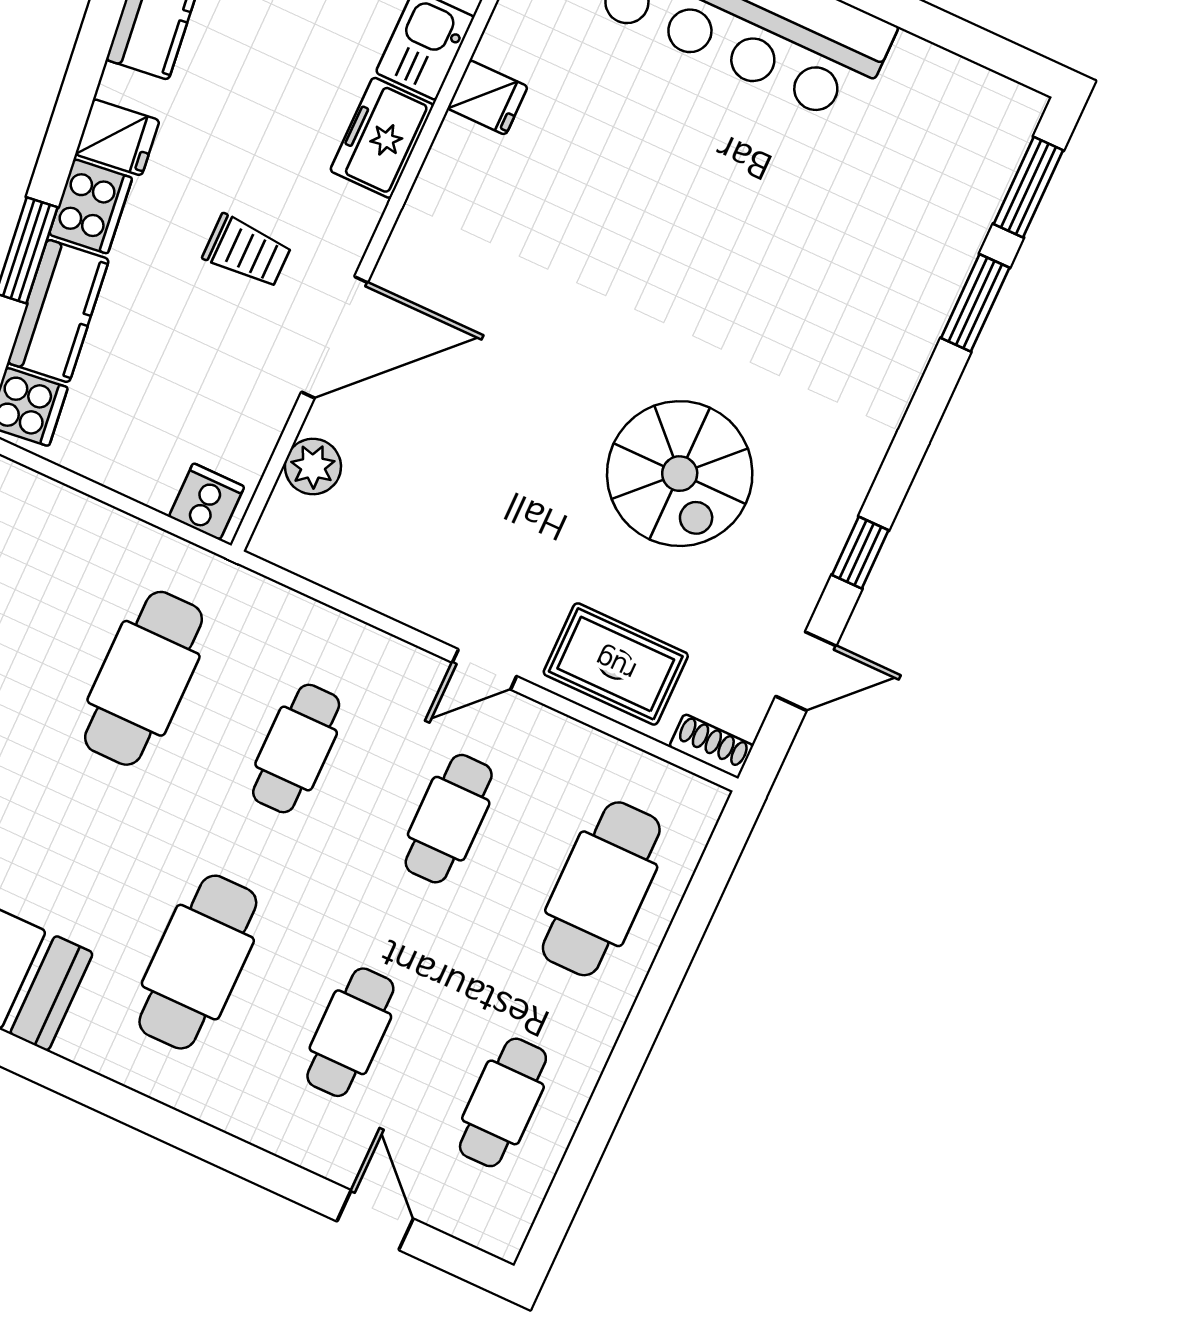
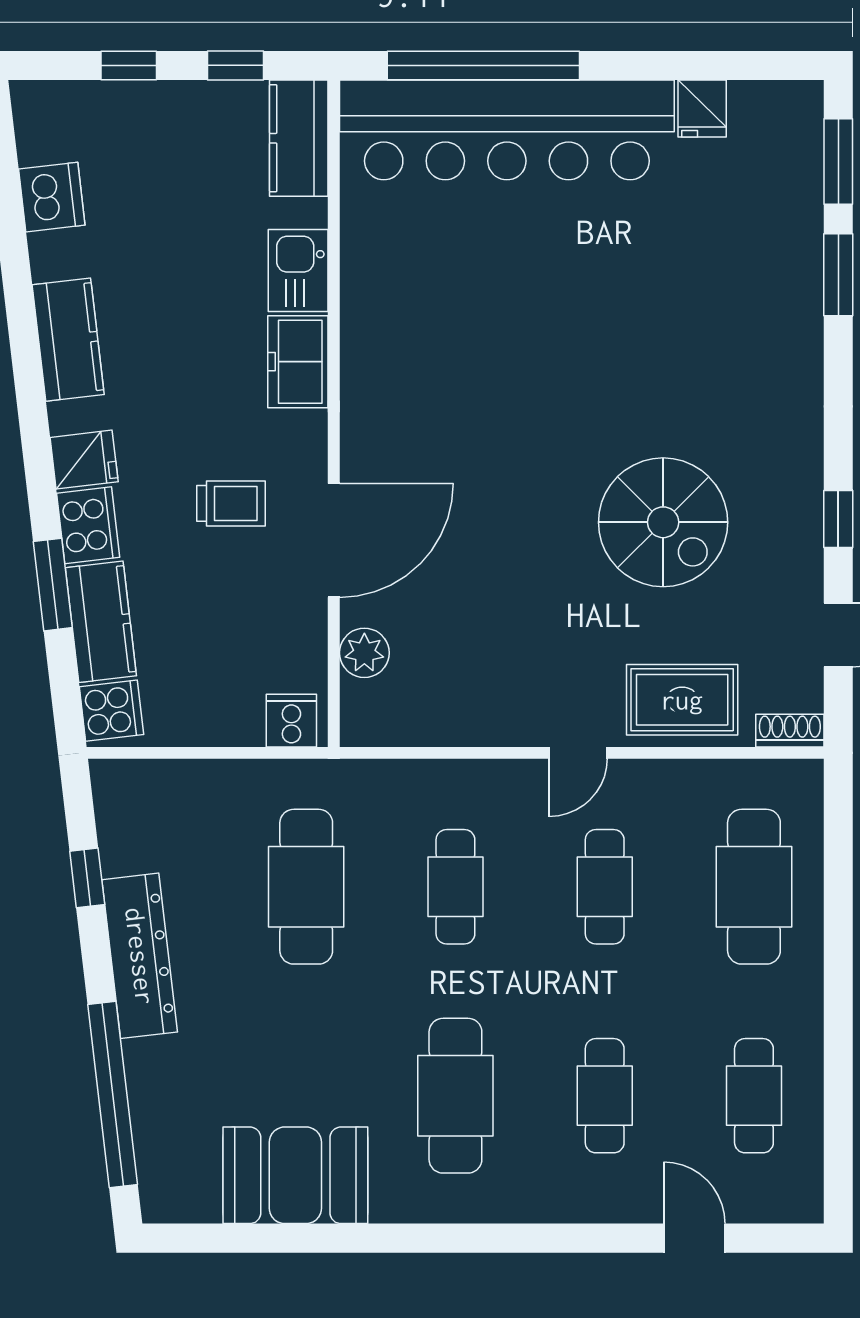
fridge: (488, 97) -> (702, 109), moved, turned 90

